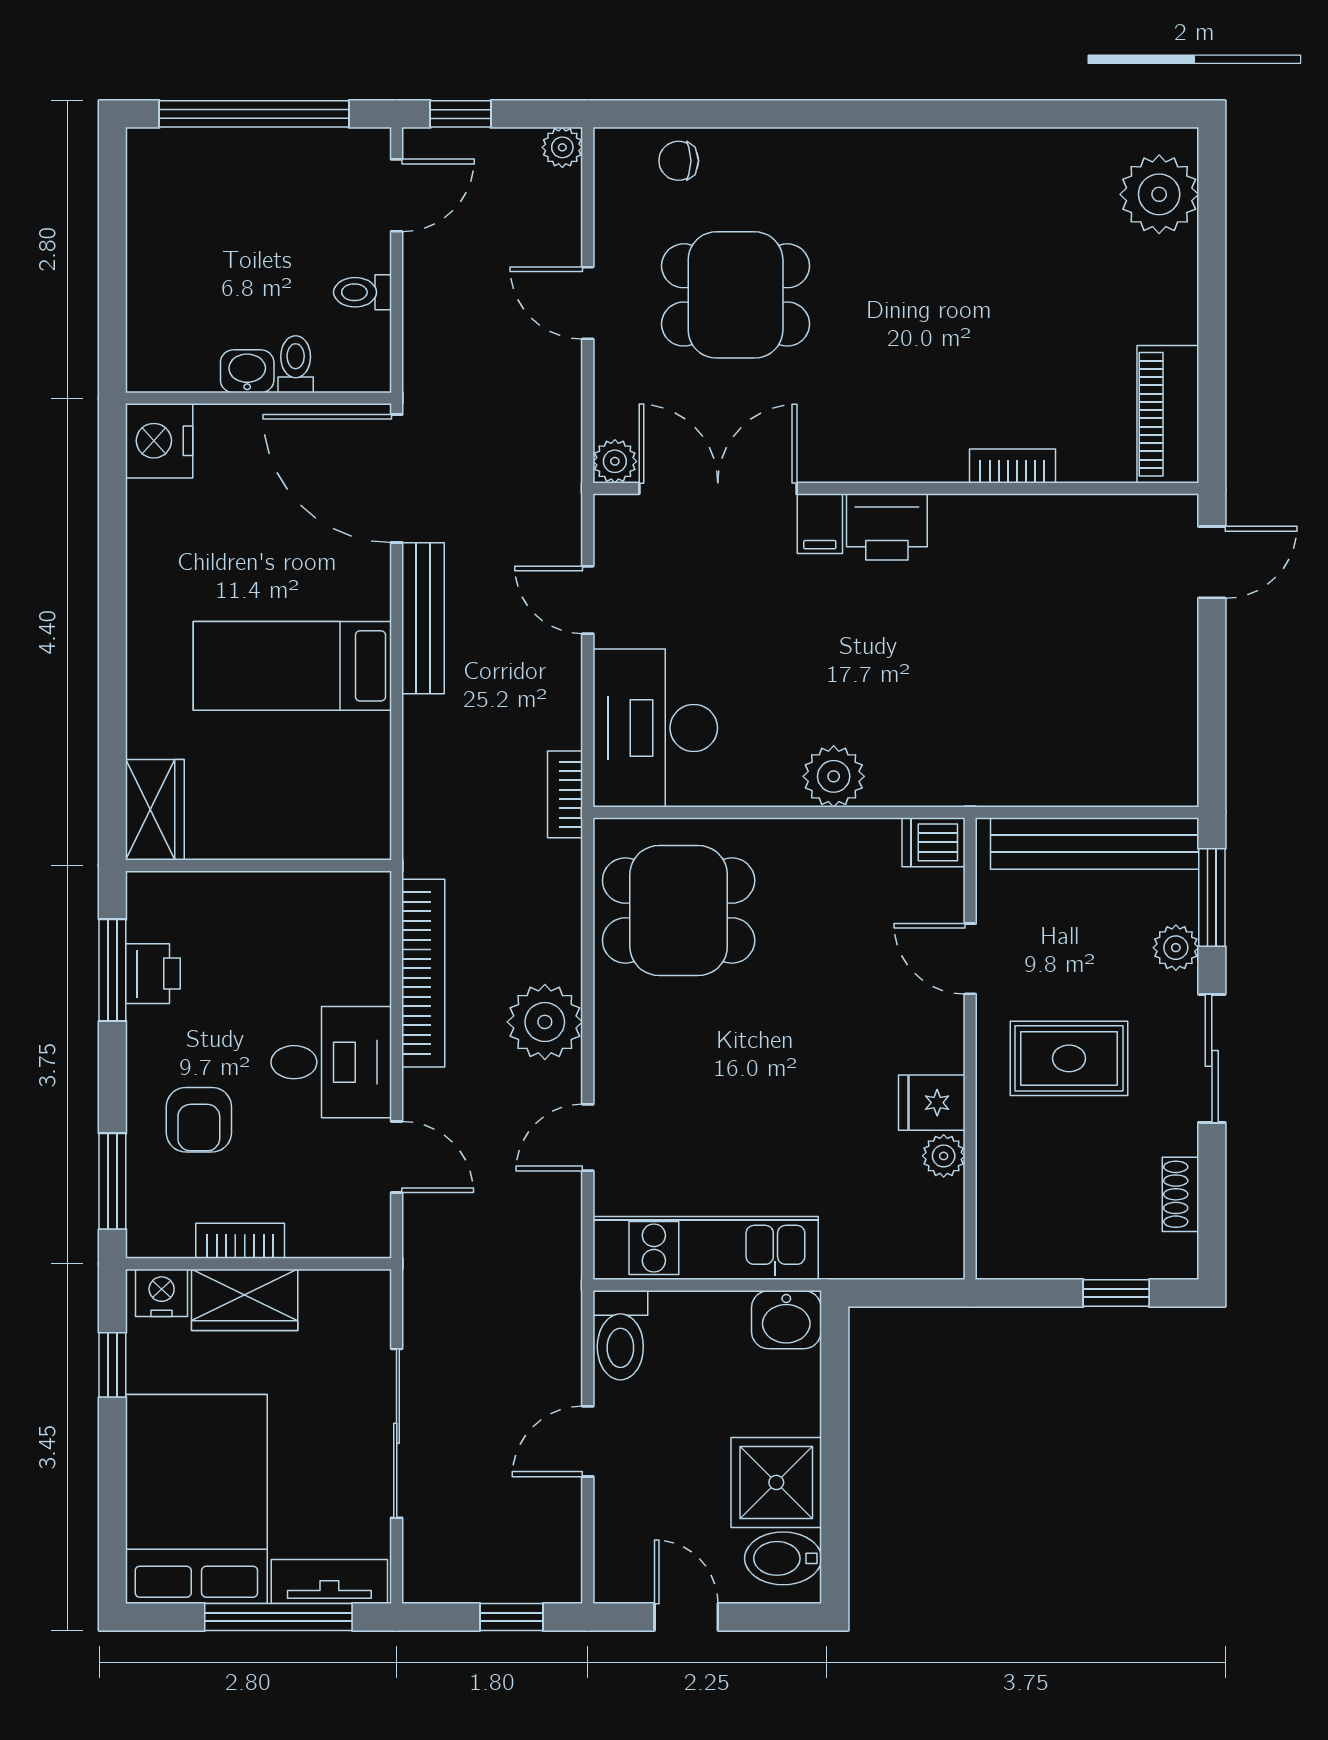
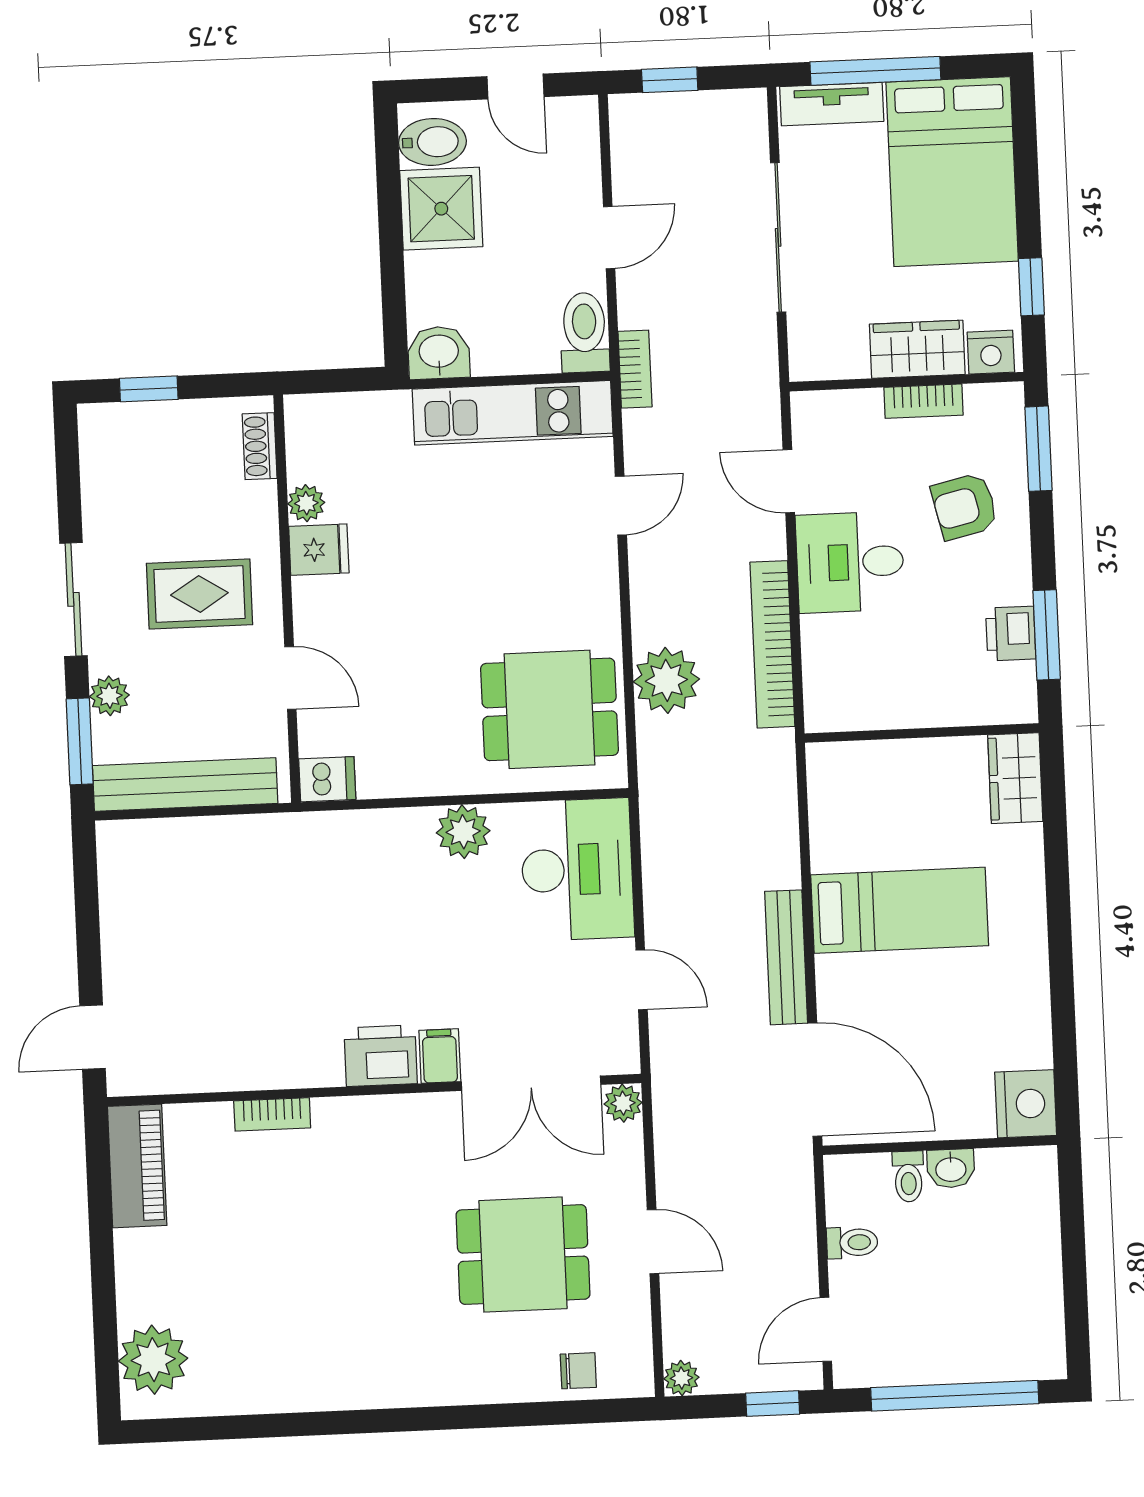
plant: (834, 776) -> (463, 832), moved
bookcase: (565, 794) -> (635, 369), moved
plant: (545, 1022) -> (666, 680), moved
armchair: (199, 1120) -> (965, 506), turned -103
shoe rack: (1180, 1194) -> (260, 446), moved, turned 180

